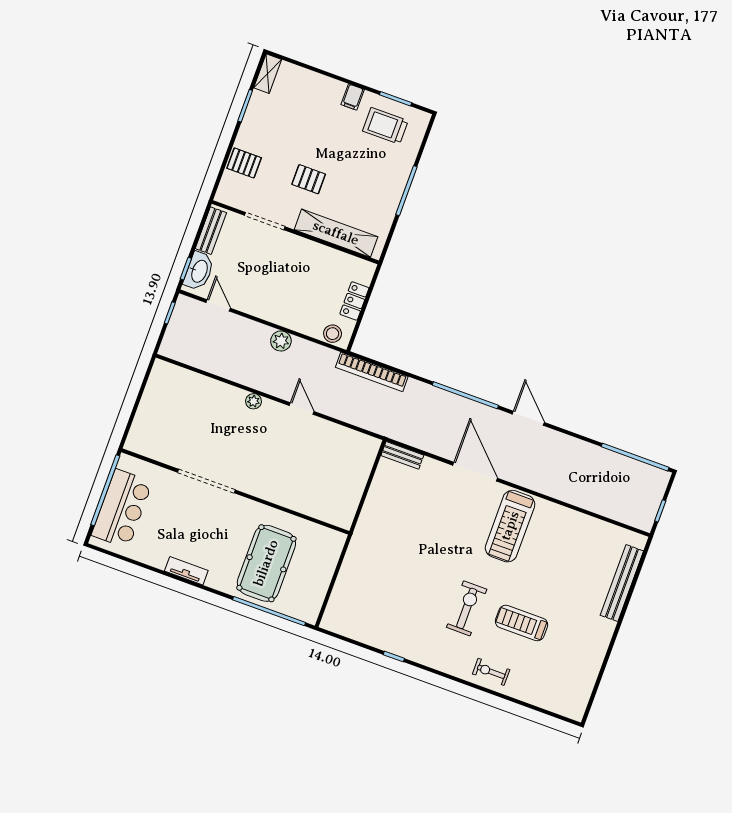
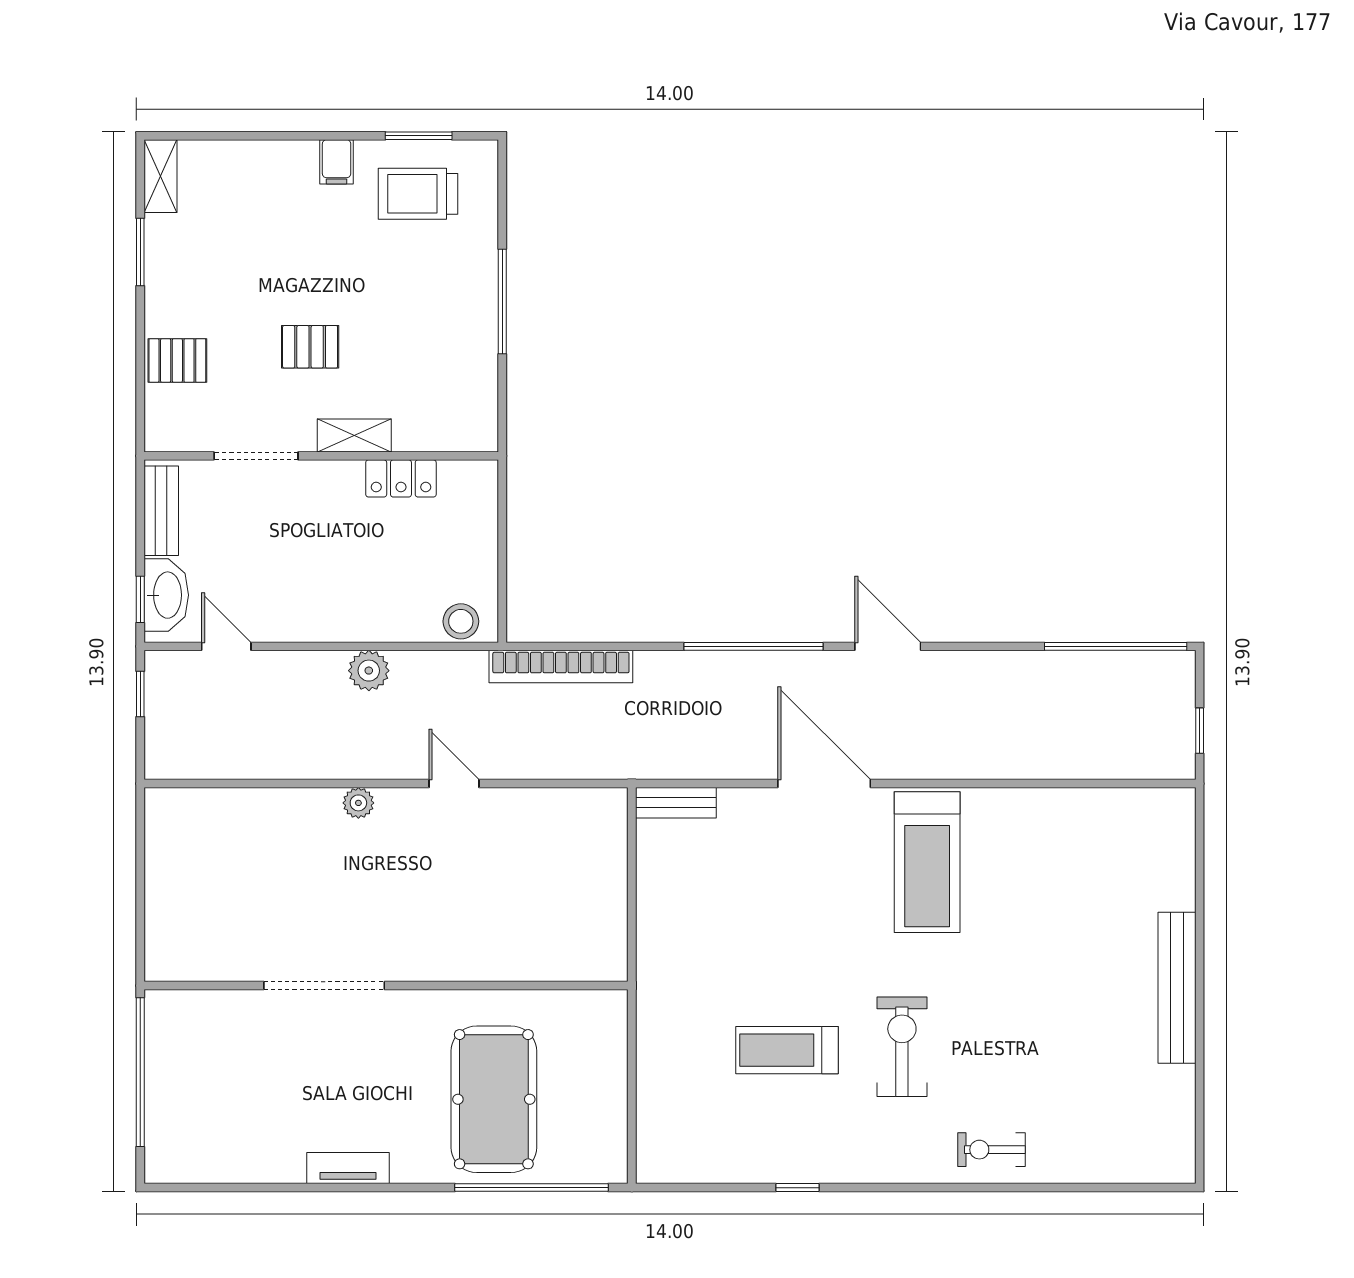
shelving: (336, 233) -> (354, 435), width x0.45, depth x0.75
locker: (354, 301) -> (401, 478), moved, turned -90
bar counter: (122, 509) -> (184, 1095), removed
bench: (622, 583) -> (1177, 988), moved
treadmill: (522, 623) -> (787, 1050), moved

